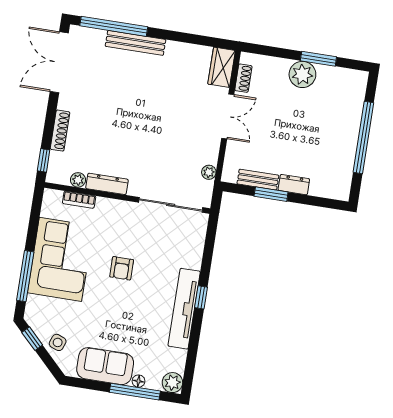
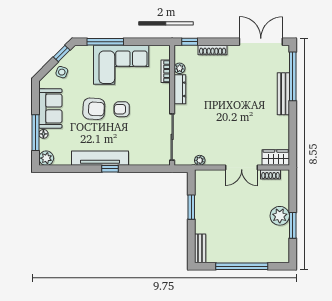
bench: (258, 180) -> (200, 248), moved
dresser: (294, 185) -> (201, 222), removed
armchair: (115, 306) -> (94, 109), added

